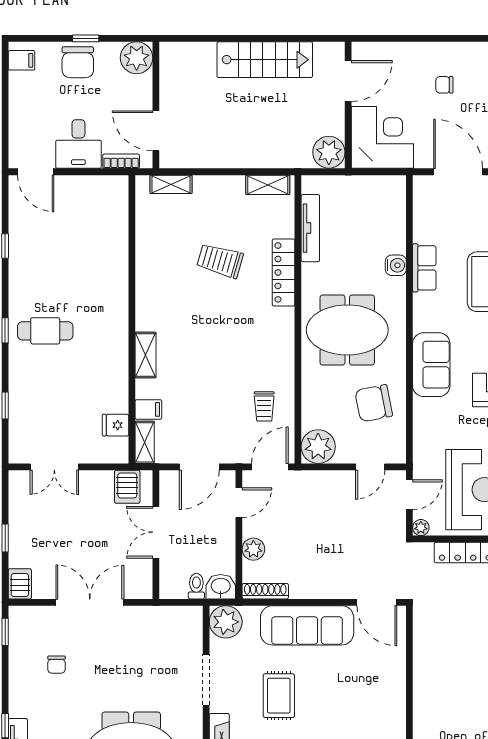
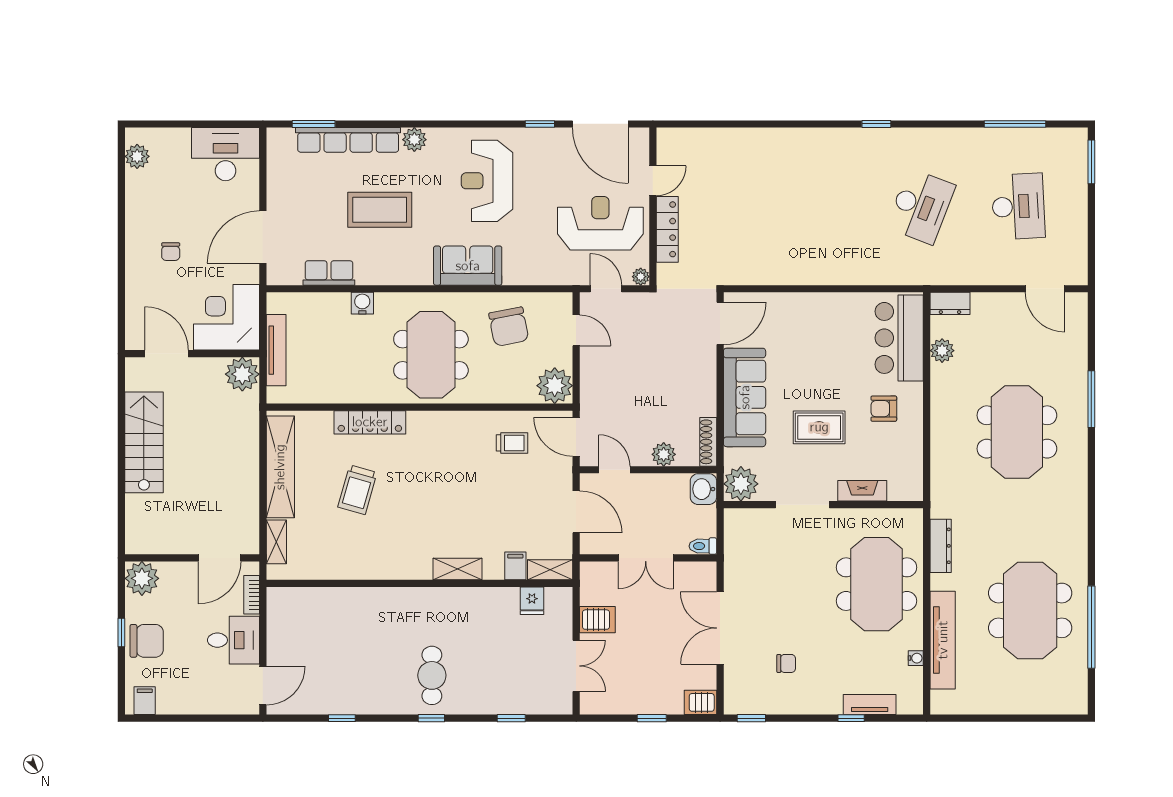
shelving: (268, 185) -> (280, 467), width x2.20, depth x1.33
tv unit: (310, 228) -> (276, 350), moved, turned 90
row of seats: (424, 268) -> (329, 273), moved
server rack: (127, 487) -> (597, 620), moved
toilet: (196, 586) -> (703, 546), moved

